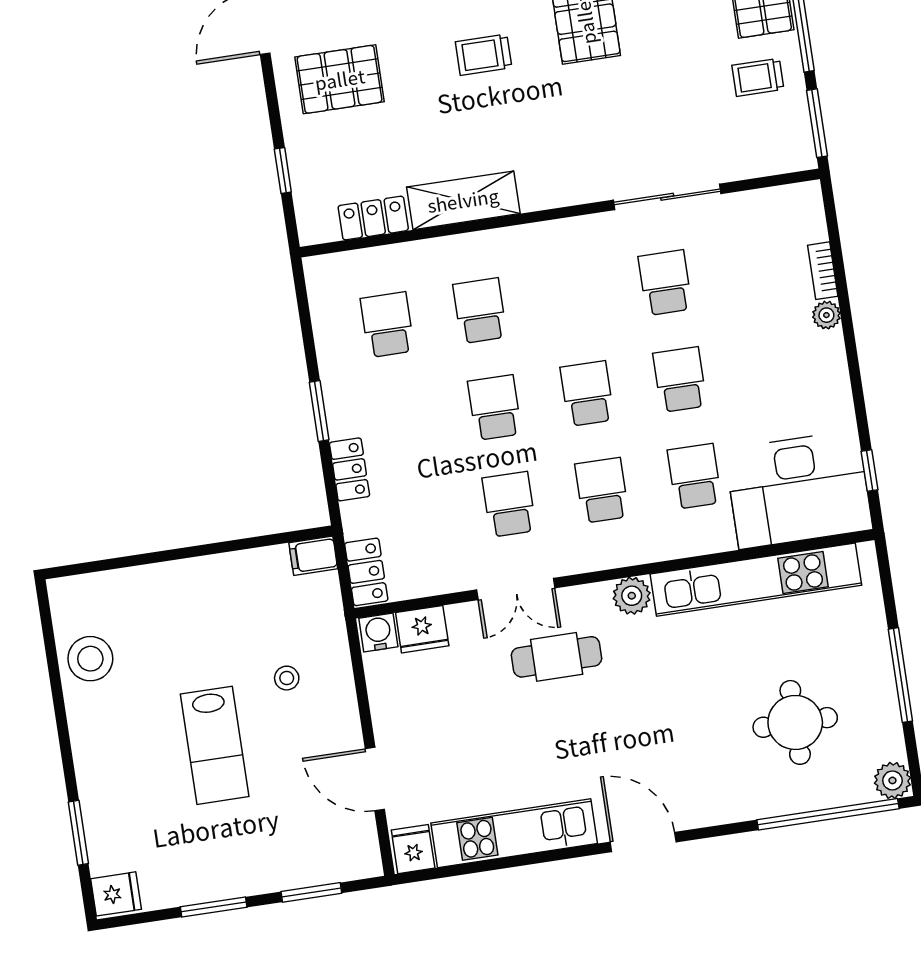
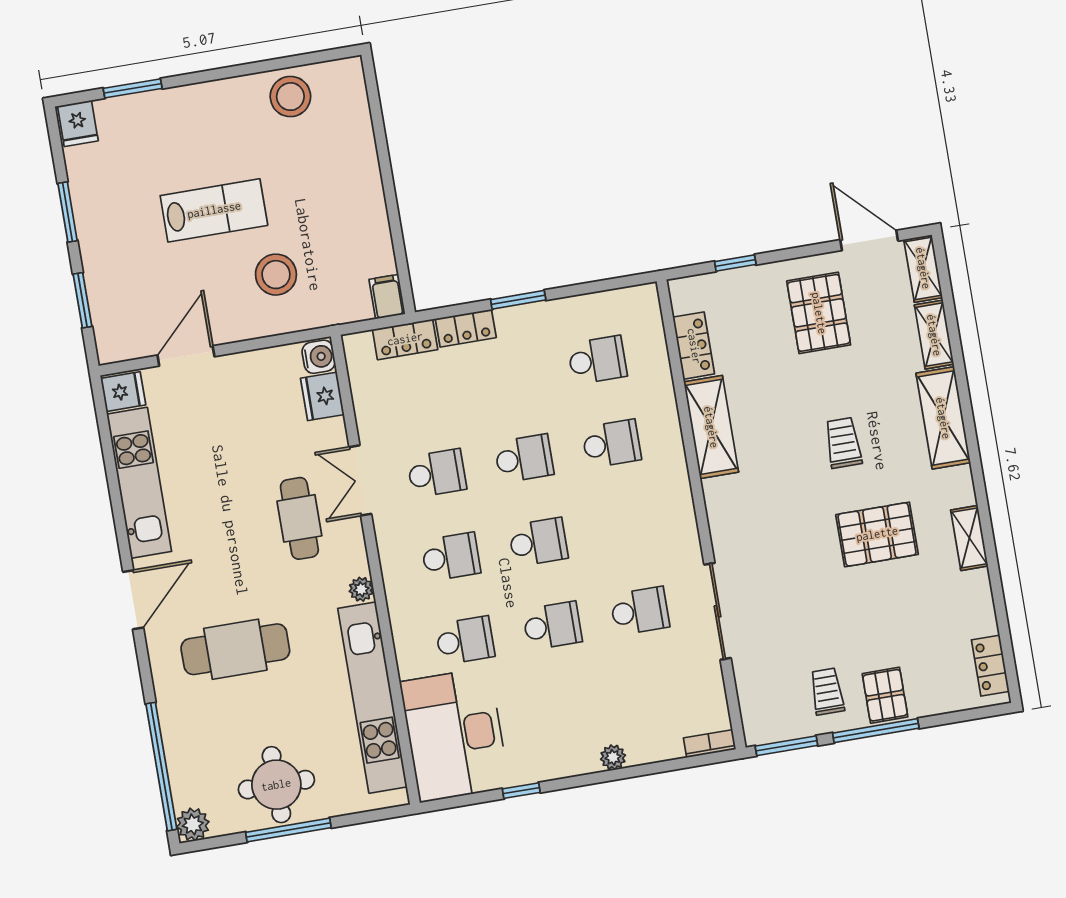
bookcase: (823, 271) -> (710, 744), moved
window: (870, 470) -> (521, 791), moved
locker: (366, 572) -> (405, 339), moved
plant: (632, 596) -> (361, 589), width x0.73, depth x0.73
stool: (287, 678) -> (276, 275), width x1.89, depth x1.89
round table: (795, 722) -> (276, 785), moved
cafe table: (700, 730) -> (235, 649), added
lab bench: (215, 745) -> (214, 210), turned 180

